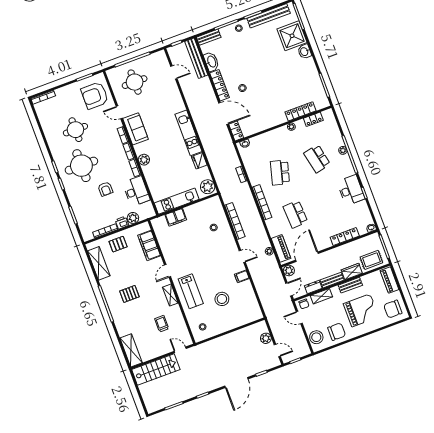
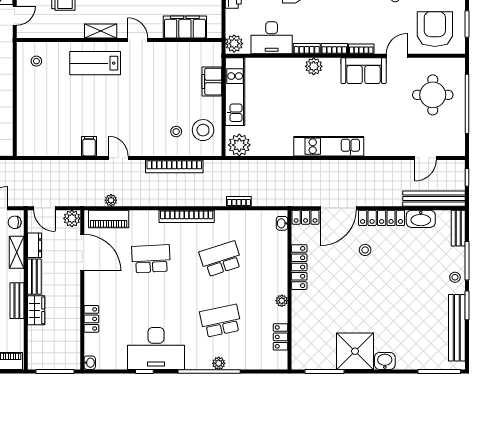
shower: (292, 36) -> (355, 351), moved
locker: (300, 111) -> (299, 267), moved
fridge: (199, 161) -> (282, 147), removed
school desk: (280, 172) -> (221, 259), turned -33
desk: (351, 190) -> (156, 348), width x1.36, depth x1.30
plant: (133, 218) -> (234, 44), moved
locker: (345, 237) -> (91, 319), width x0.66
door: (242, 256) -> (118, 158), swing flipped
rug: (371, 260) -> (43, 345), removed
stool: (222, 299) -> (203, 130), moved

